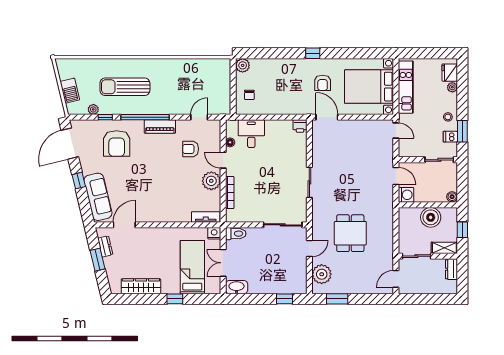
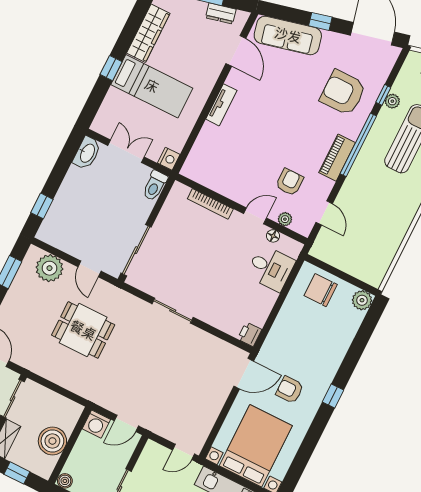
chair: (249, 95) -> (321, 290), width x1.87, depth x1.87
plant: (93, 109) -> (392, 101), moved
plant: (211, 181) -> (285, 219), moved, width x0.53, depth x0.53
tv unit: (206, 217) -> (221, 105), moved
bed: (192, 267) -> (152, 86), moved

